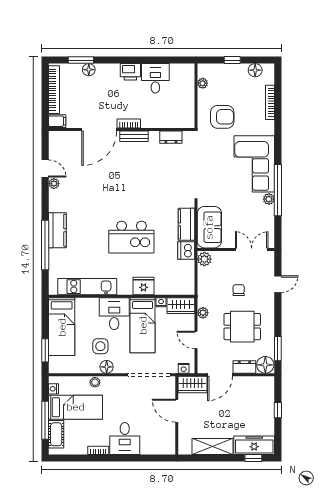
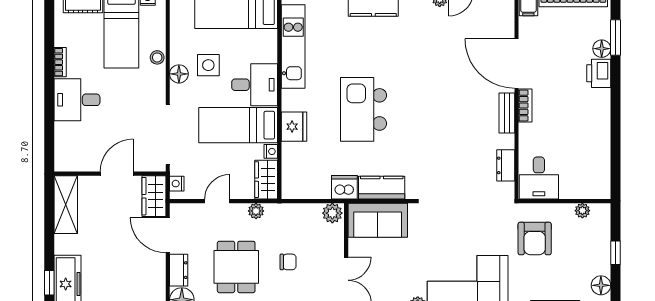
printer: (130, 72) -> (599, 73), moved
desk: (155, 78) -> (539, 178), moved, turned 90
shelving: (212, 446) -> (66, 205), moved

